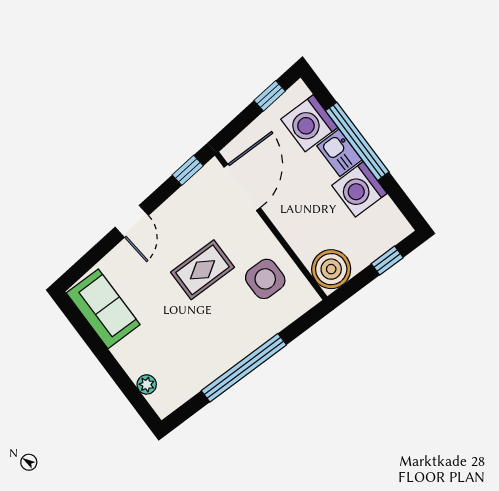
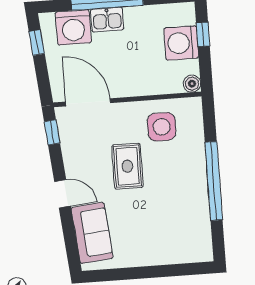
washing machine: (359, 189) -> (181, 43), moved, turned 90
boiler: (331, 269) -> (192, 84), width x0.54, depth x0.54
sofa: (103, 309) -> (92, 233), moved, turned 84
plant: (147, 384) -> (182, 256), removed

